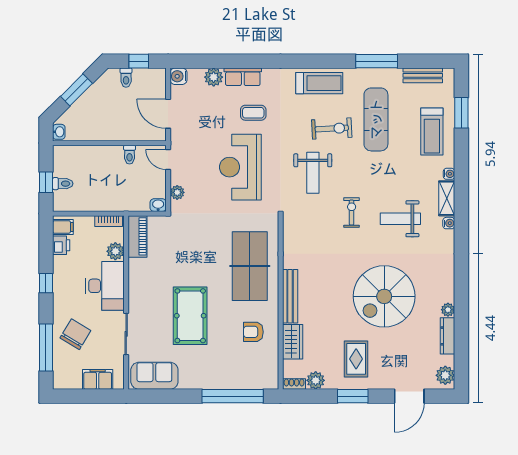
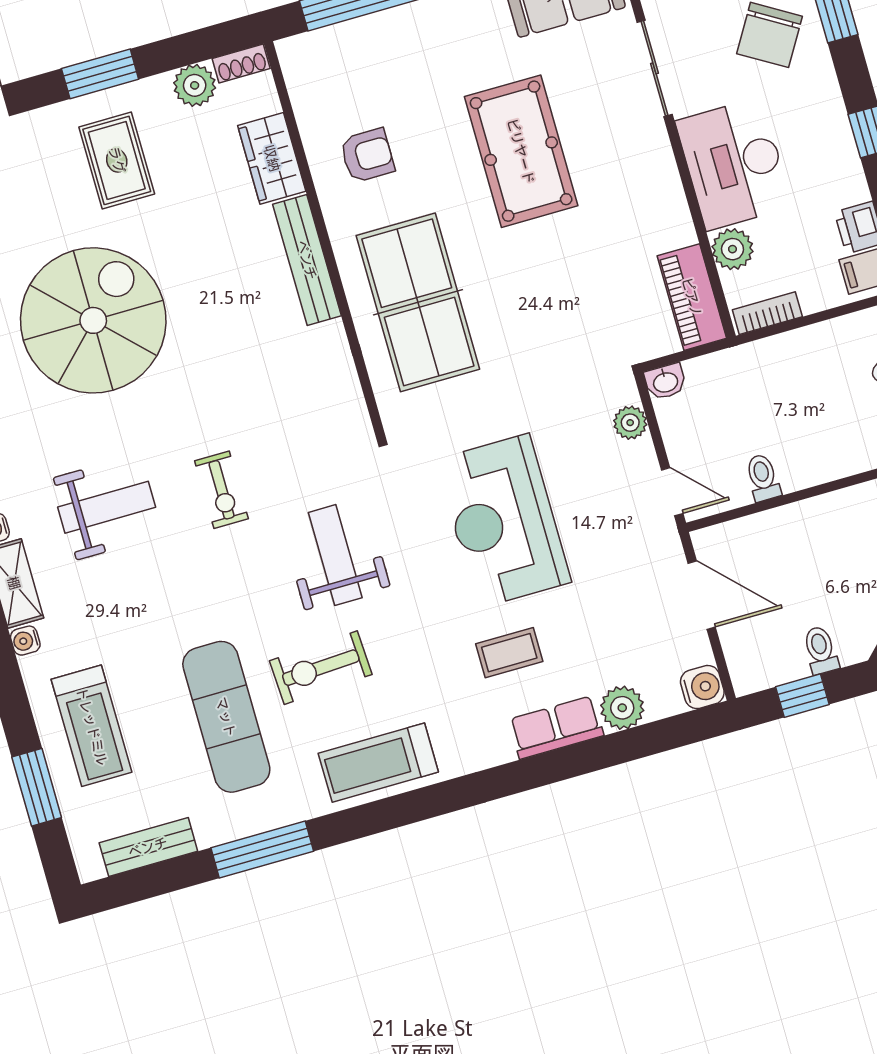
treadmill: (432, 131) -> (92, 726), turned 180
reception desk: (240, 167) -> (503, 521), turned 180

